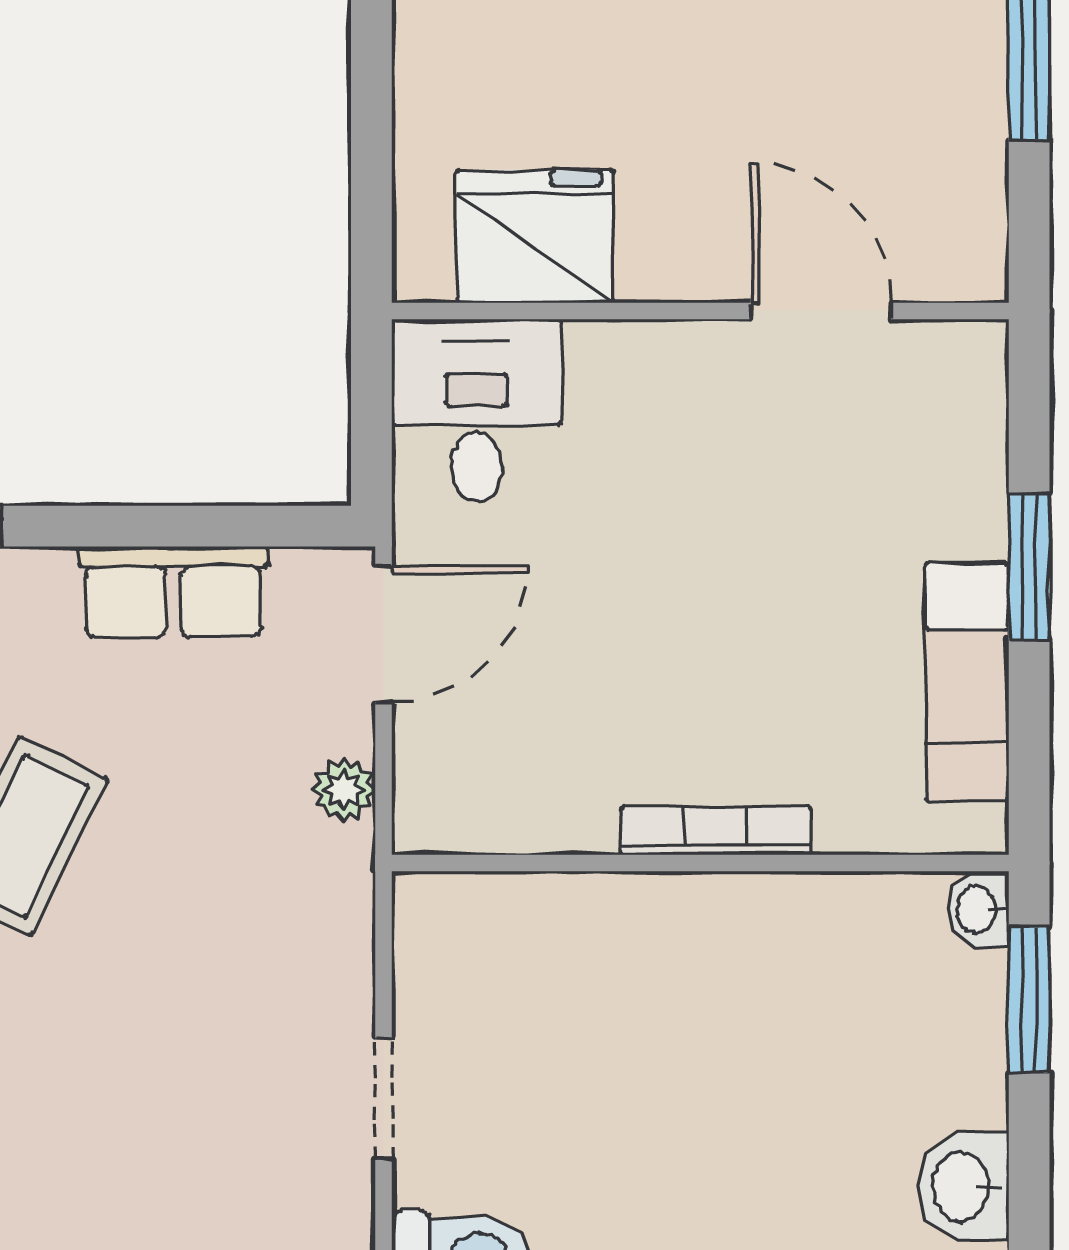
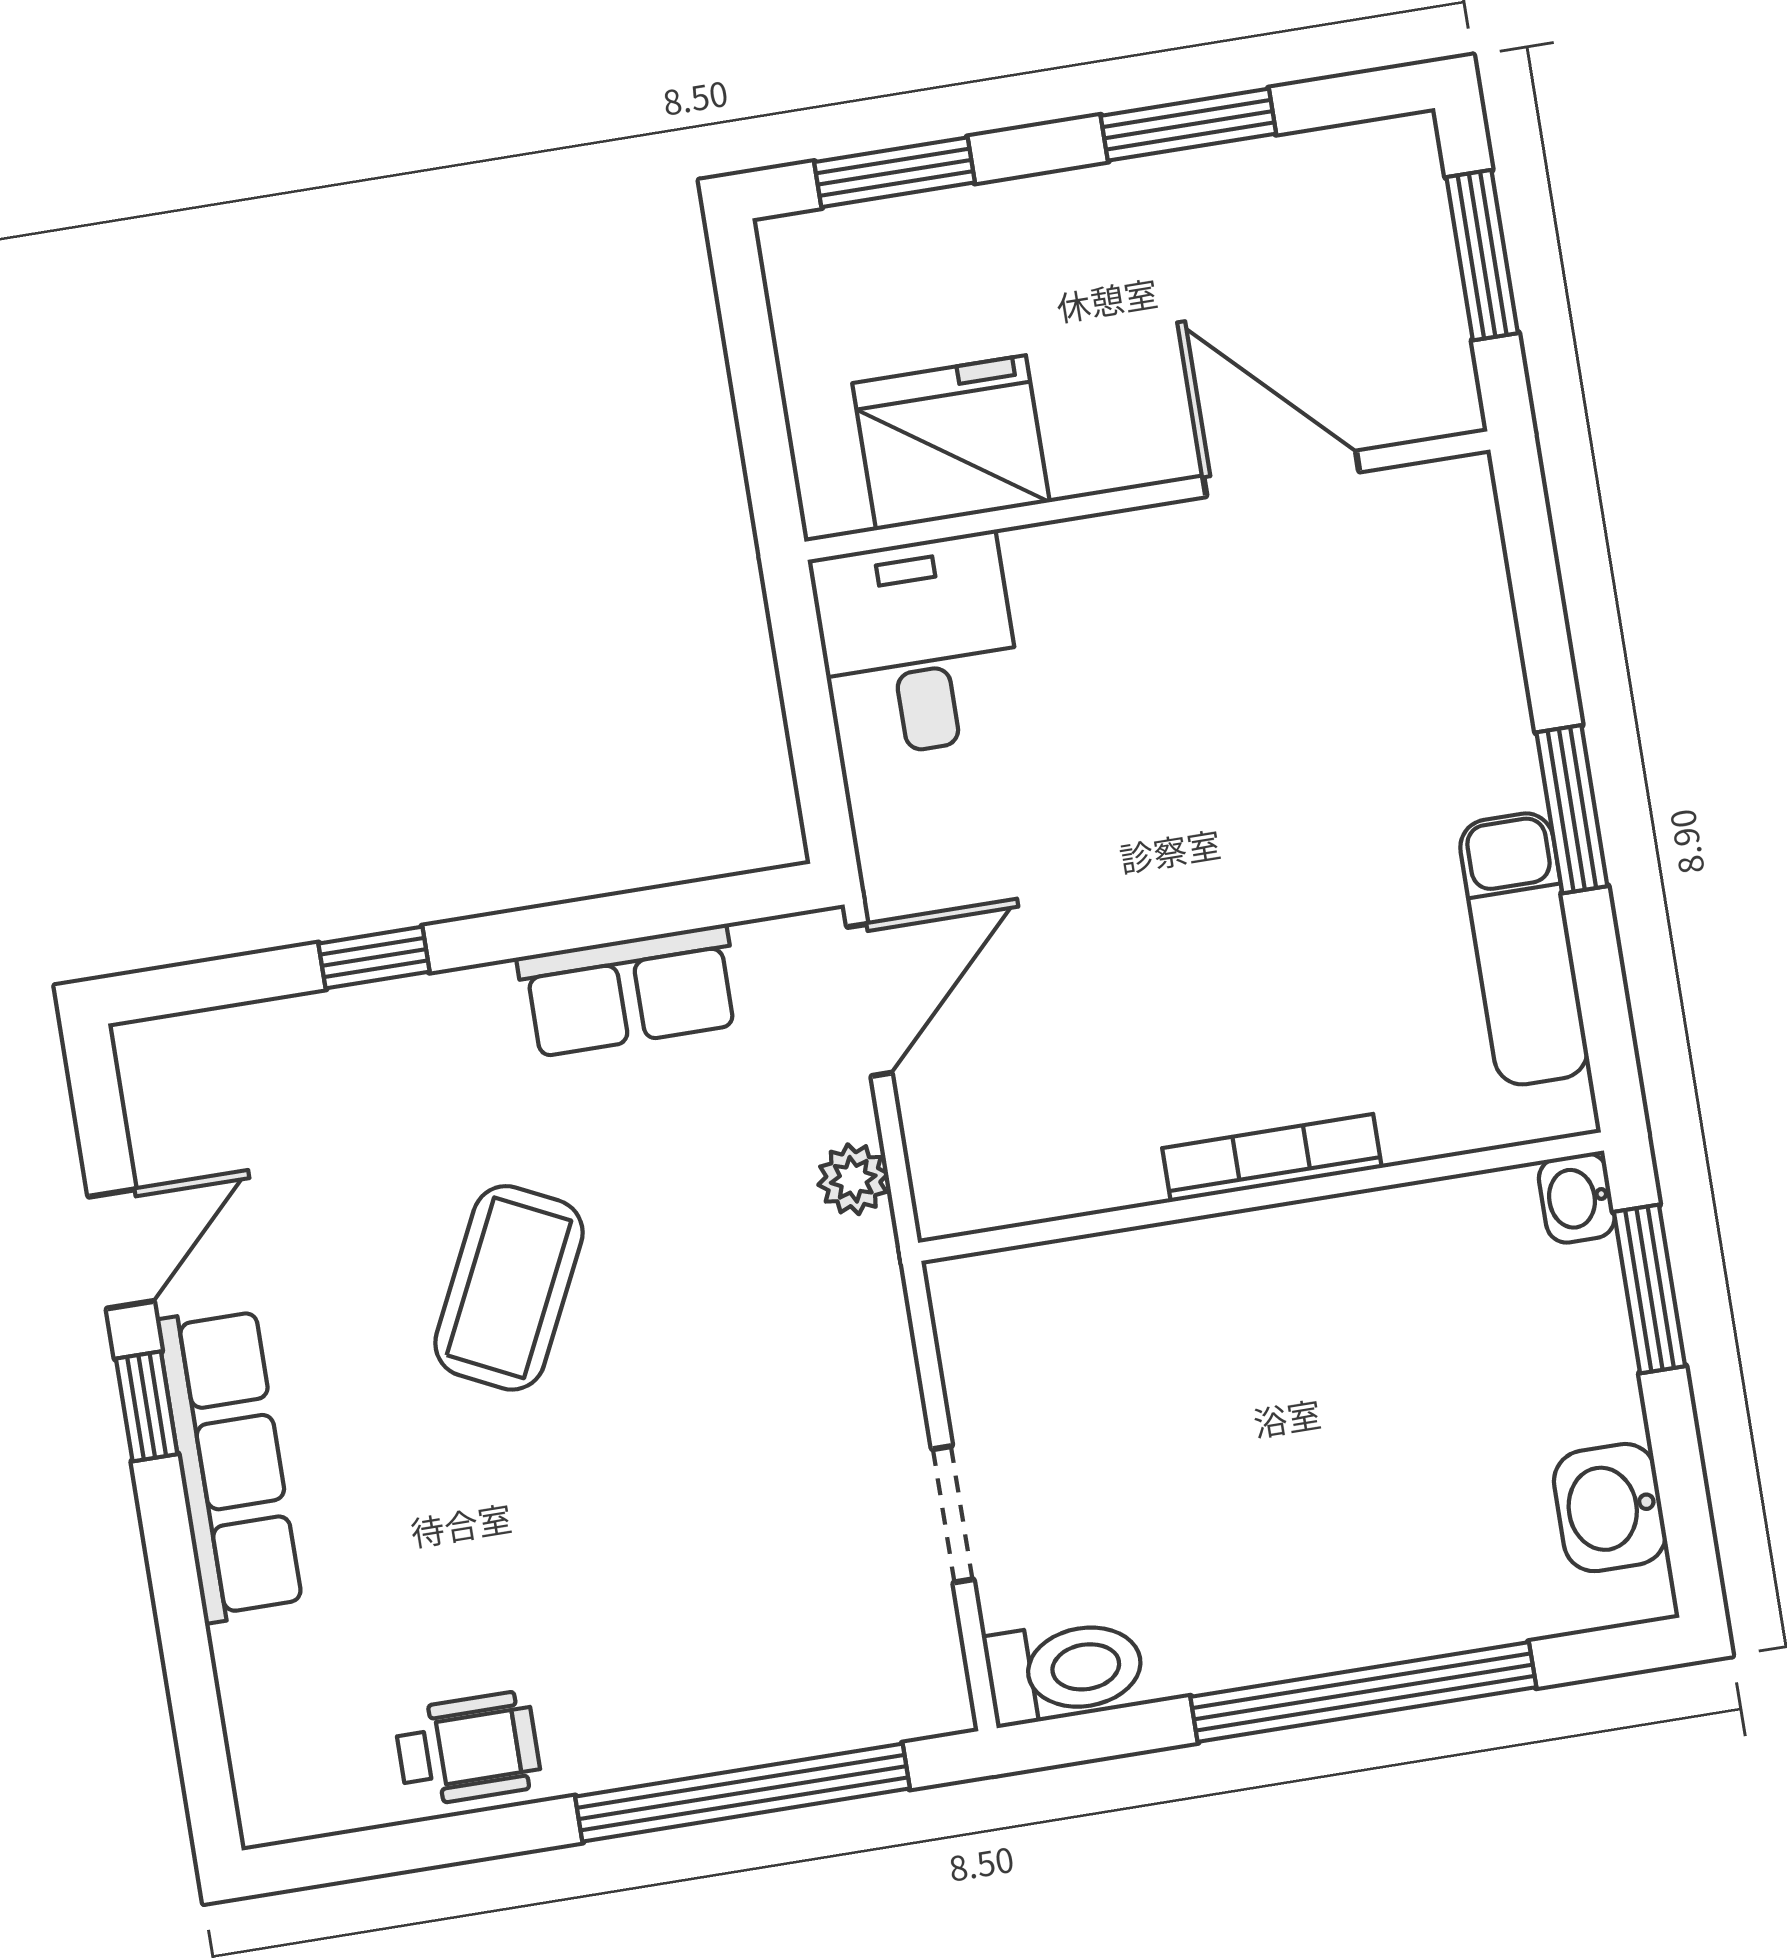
fridge: (535, 236) -> (951, 443), moved
wall: (700, 311) -> (1147, 496), moved
door: (821, 311) -> (1281, 474), moved
desk: (477, 411) -> (918, 646), moved

